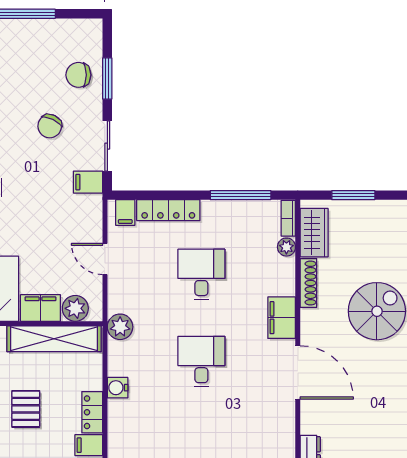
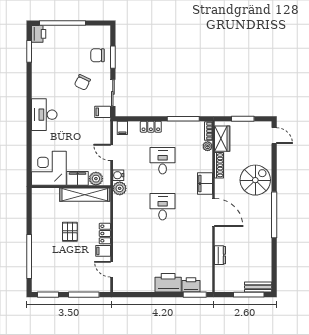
locker: (168, 210) -> (151, 127), width x0.66
water cooler: (118, 388) -> (118, 175), moved

